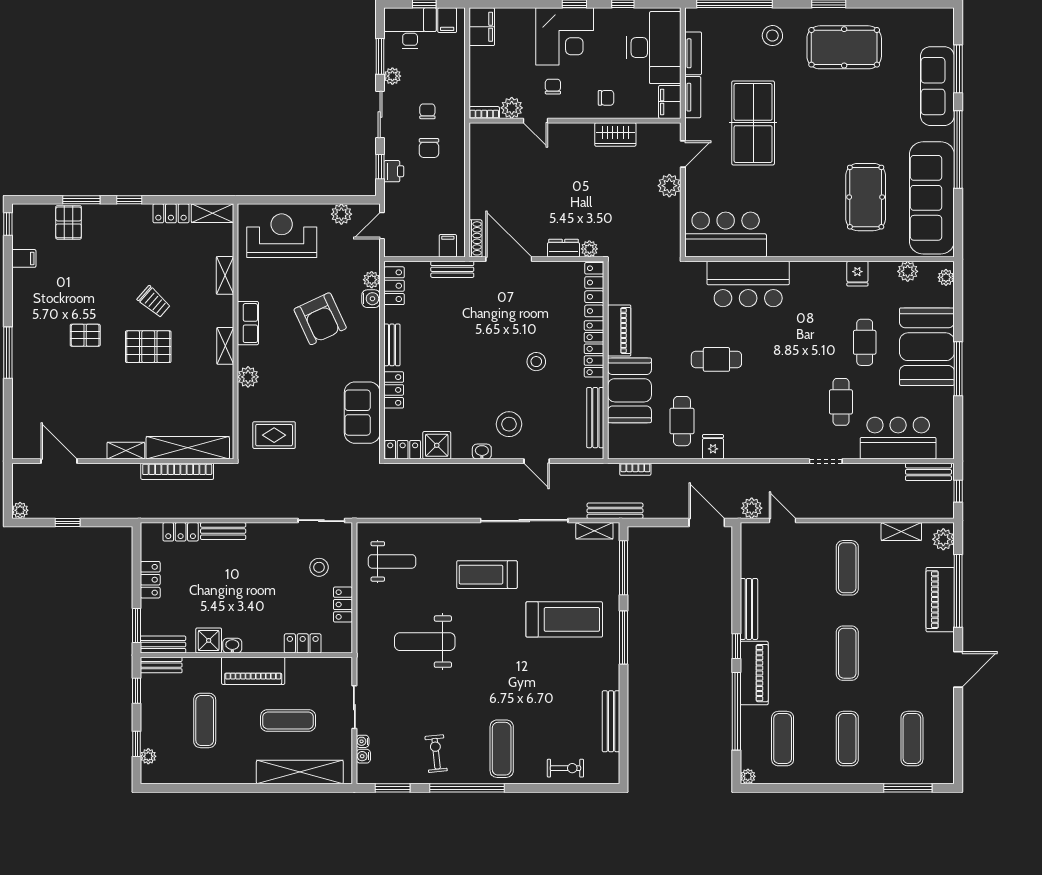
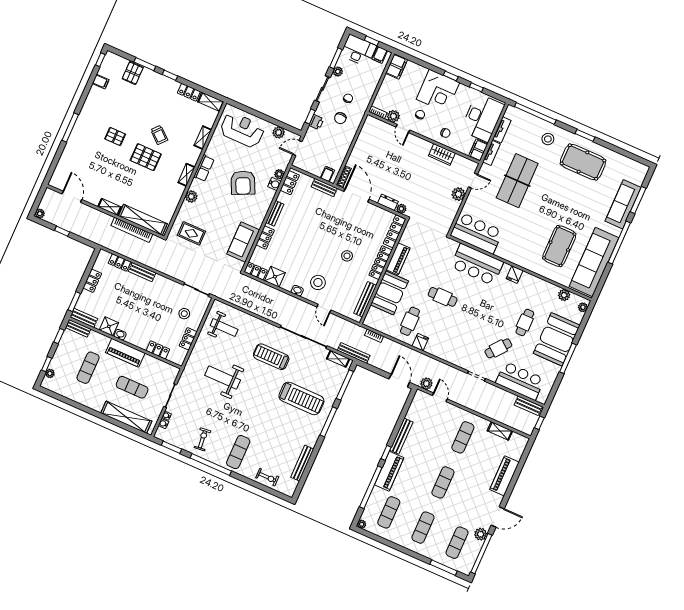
fridge: (857, 274) -> (515, 275), moved
cafe table: (841, 402) -> (498, 348), turned 38
plant: (943, 539) -> (481, 534), moved
window: (958, 591) -> (481, 554), moved

